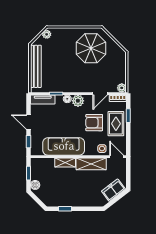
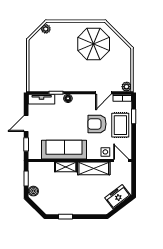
bench: (36, 66) -> (34, 63), removed
plant: (78, 101) -> (79, 101), removed
door: (28, 122) -> (26, 123), hinge flipped

